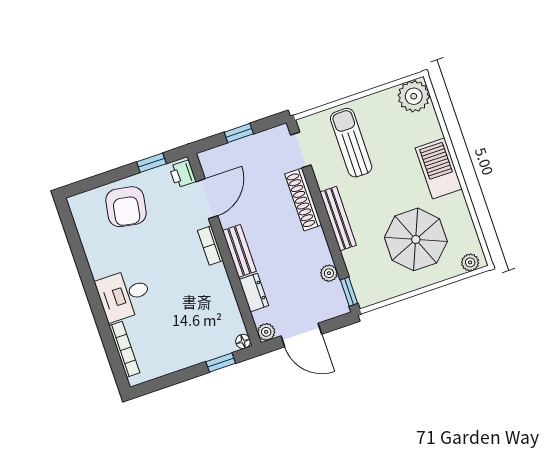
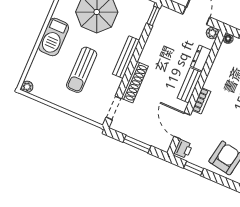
plant: (414, 96) -> (27, 87), width x0.53, depth x0.53
window: (239, 133) -> (137, 144), width x1.50
sun lounger: (351, 143) -> (82, 70), moved
door: (207, 199) -> (182, 126), hinge flipped
plant: (329, 273) -> (155, 34), removed

